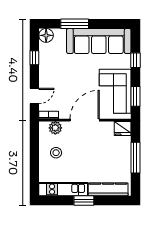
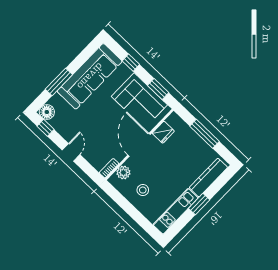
window: (34, 58) -> (46, 128), moved
door: (34, 96) -> (71, 152), moved
fridge: (123, 128) -> (163, 132), moved

